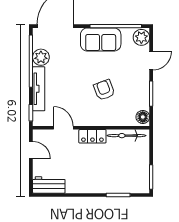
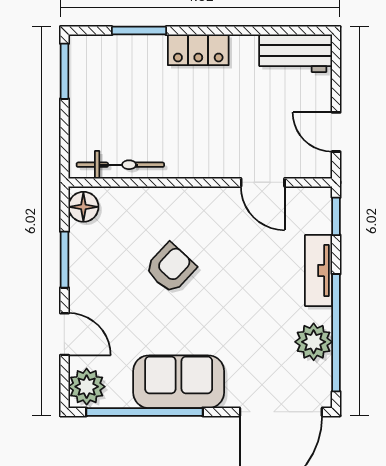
door: (151, 61) -> (64, 334), swing flipped
tv unit: (39, 89) -> (319, 270), width x0.71
armchair: (104, 90) -> (171, 268), turned -116
locker: (92, 136) -> (198, 50), moved, turned 180

